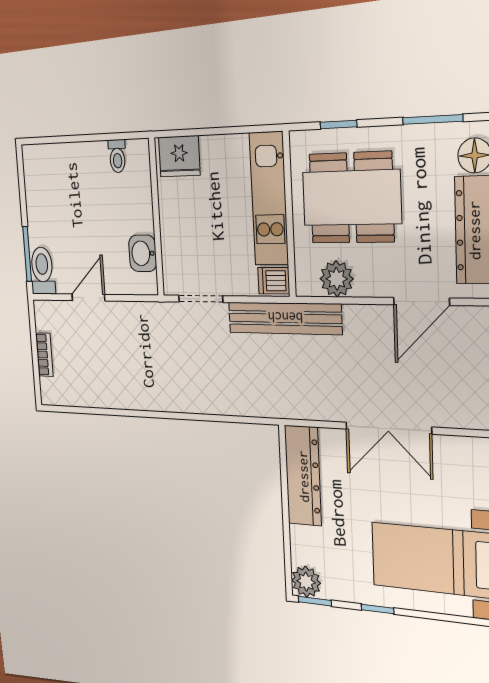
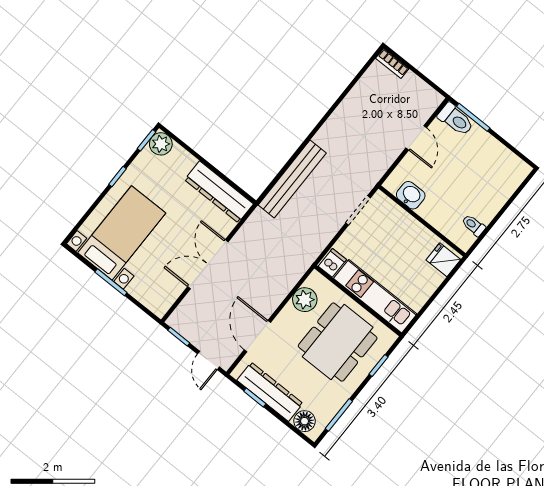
fridge: (179, 156) -> (443, 260), width x0.72
bench: (285, 318) -> (292, 179), moved
bookcase: (44, 355) -> (392, 63), moved

